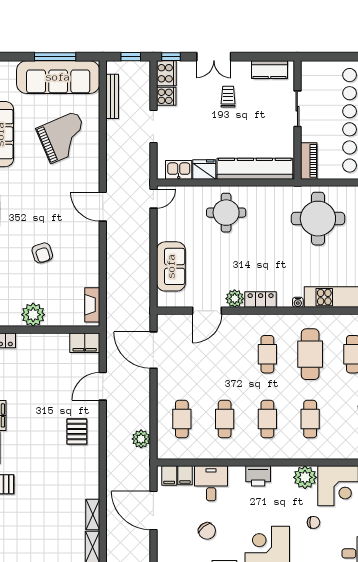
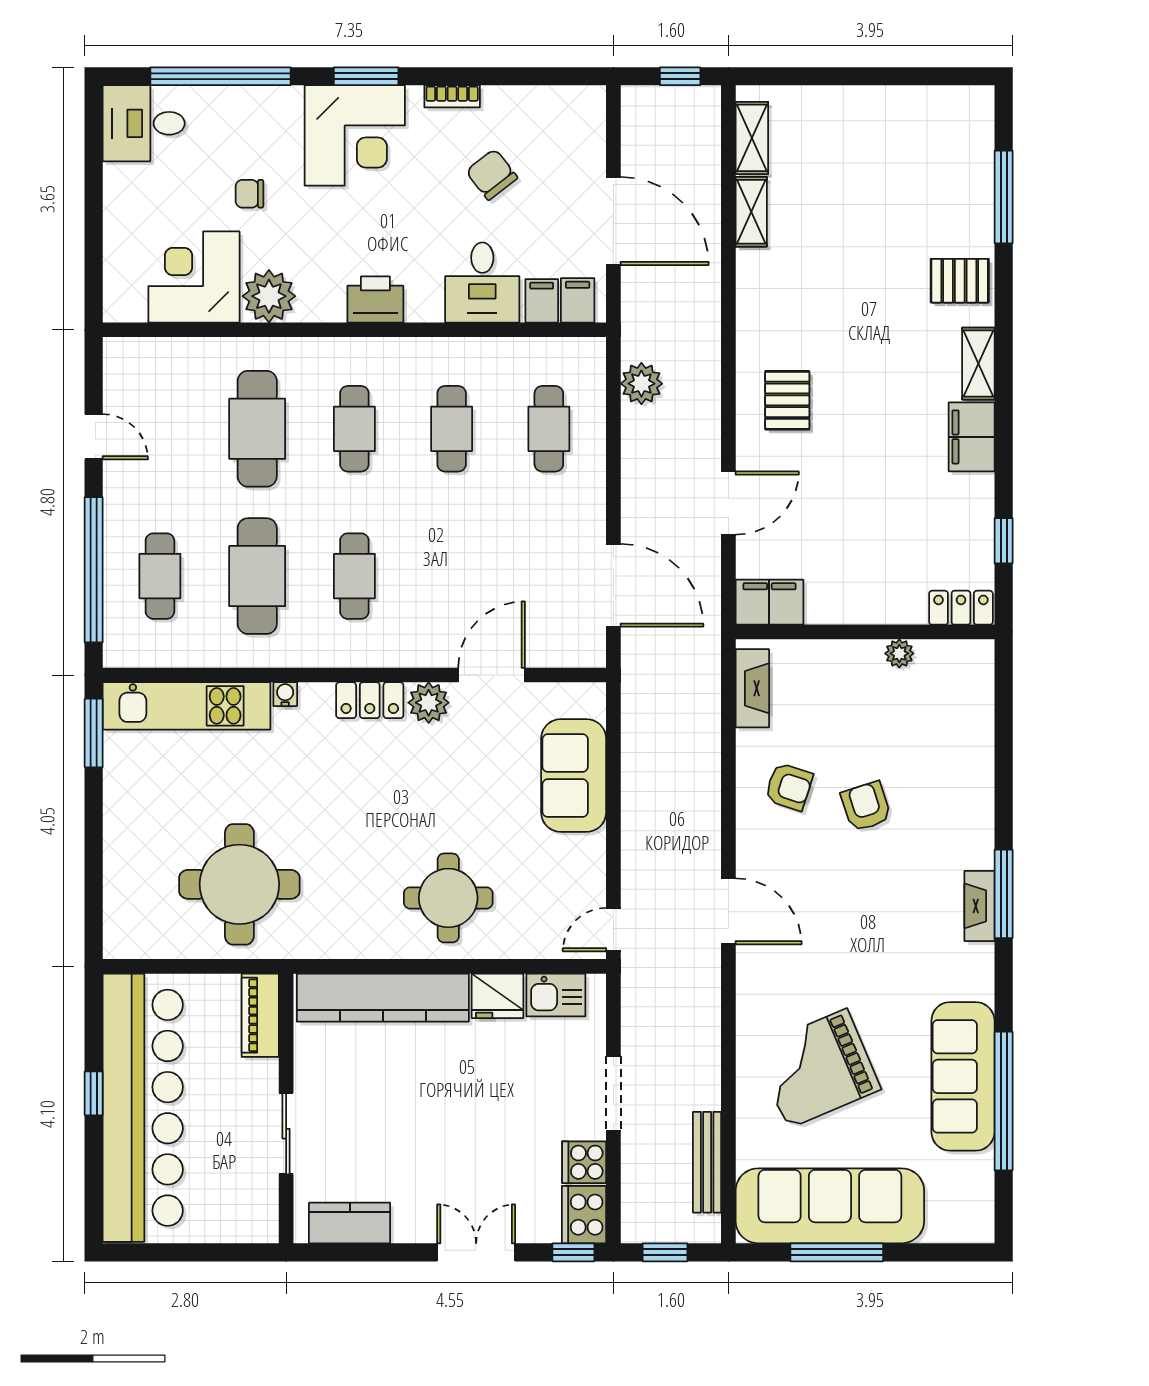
trolley: (228, 97) -> (444, 1162), removed
armchair: (76, 262) -> (789, 787), added
plant: (33, 315) -> (899, 653), width x0.53, depth x0.53
cafe table: (310, 419) -> (257, 429), width x1.37, depth x1.35

